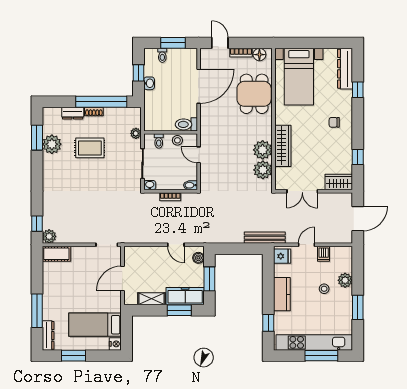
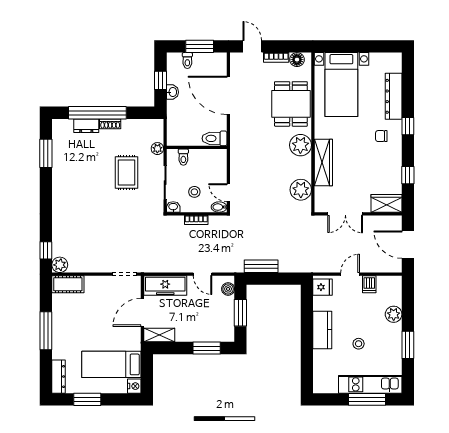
dresser: (345, 69) -> (394, 96), moved
door: (199, 86) -> (228, 95), swing flipped
window: (358, 90) -> (408, 126), moved
window: (101, 102) -> (97, 113), moved
stool: (177, 140) -> (194, 192), moved
plant: (52, 144) -> (63, 161), removed
rug: (90, 148) -> (127, 173), moved, turned 90
plant: (263, 150) -> (300, 145), moved
door: (199, 155) -> (228, 193), moved
door: (358, 219) -> (408, 245), swing flipped
bench: (265, 238) -> (261, 266), moved, width x0.73
stool: (324, 289) -> (359, 344), moved
freezer: (185, 296) -> (165, 286), moved, turned 180
shelving: (151, 299) -> (159, 335), moved
window: (37, 311) -> (46, 331), moved
window: (268, 323) -> (307, 362), removed
kitchen unit: (314, 342) -> (370, 384), width x0.73

